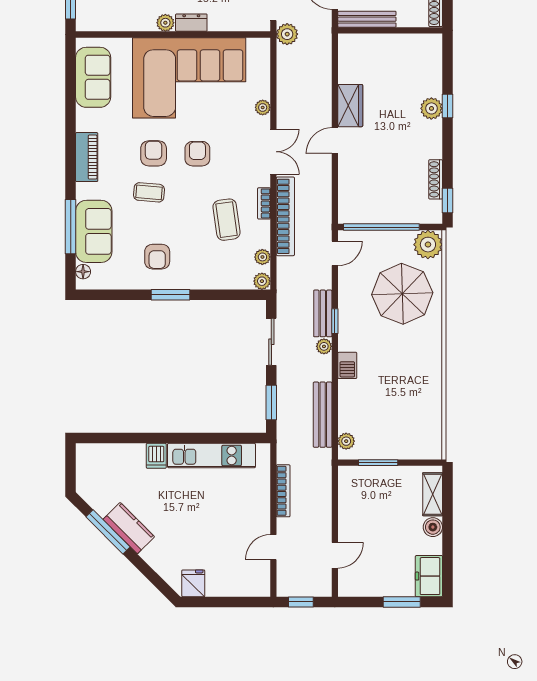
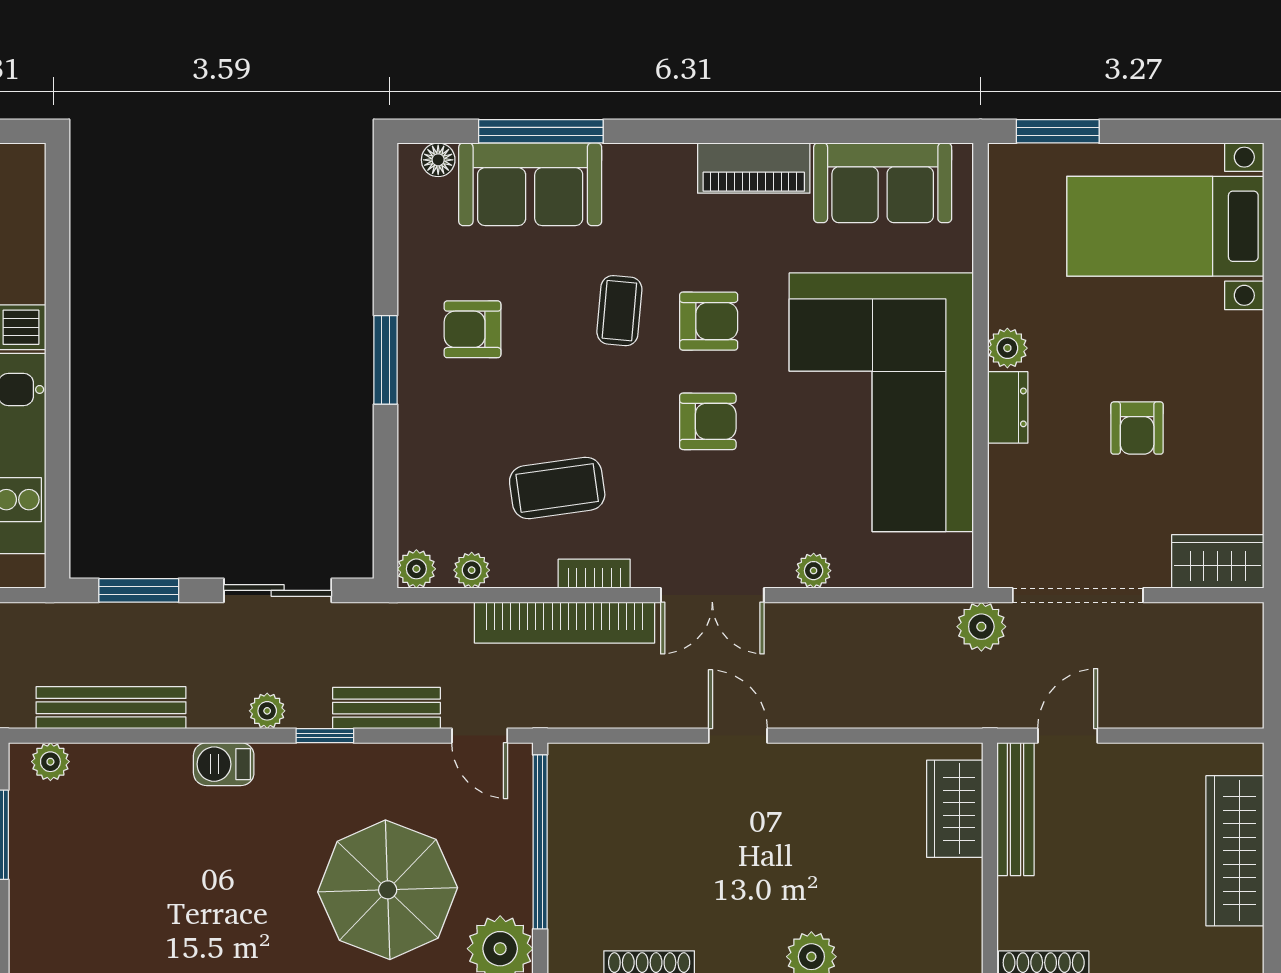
wardrobe: (350, 106) -> (955, 809), moved, turned 90
piano: (87, 157) -> (754, 168), moved
bench: (323, 313) -> (386, 708), moved

